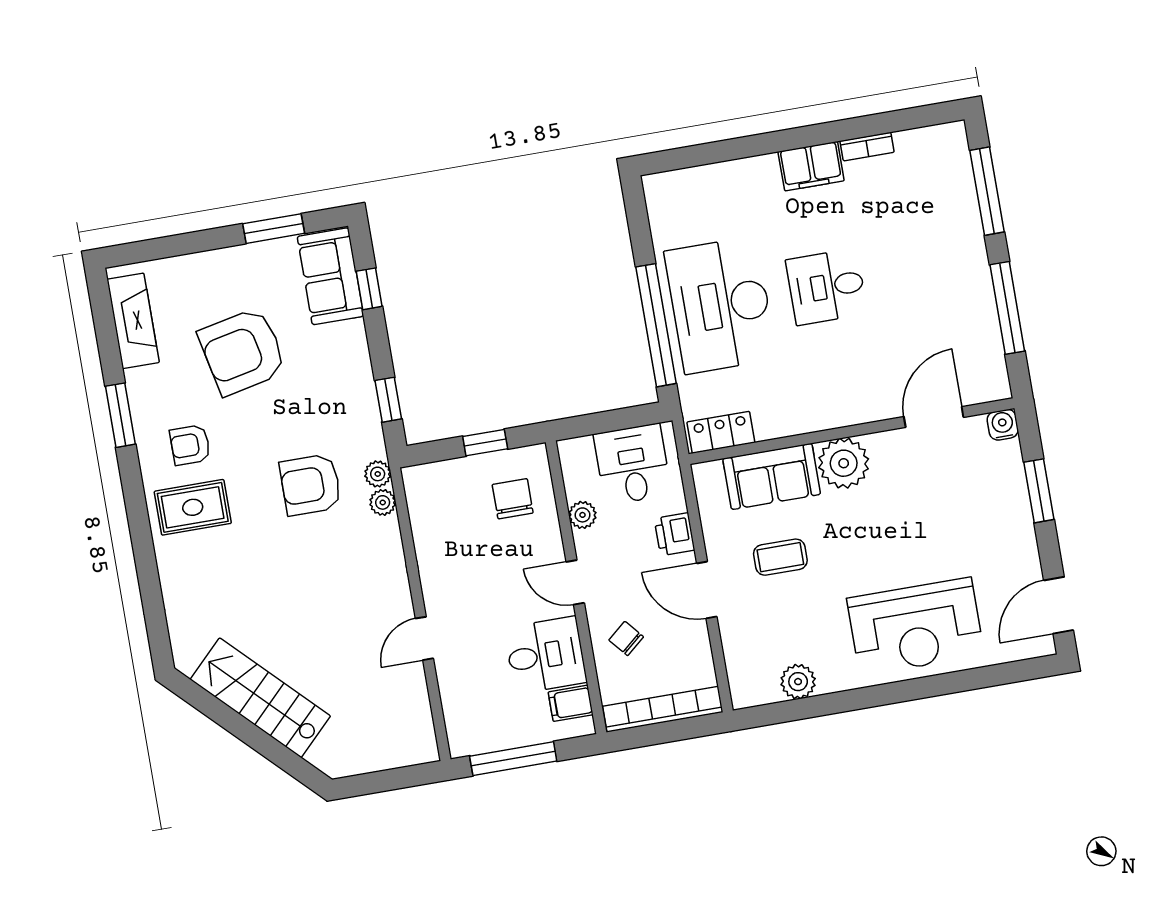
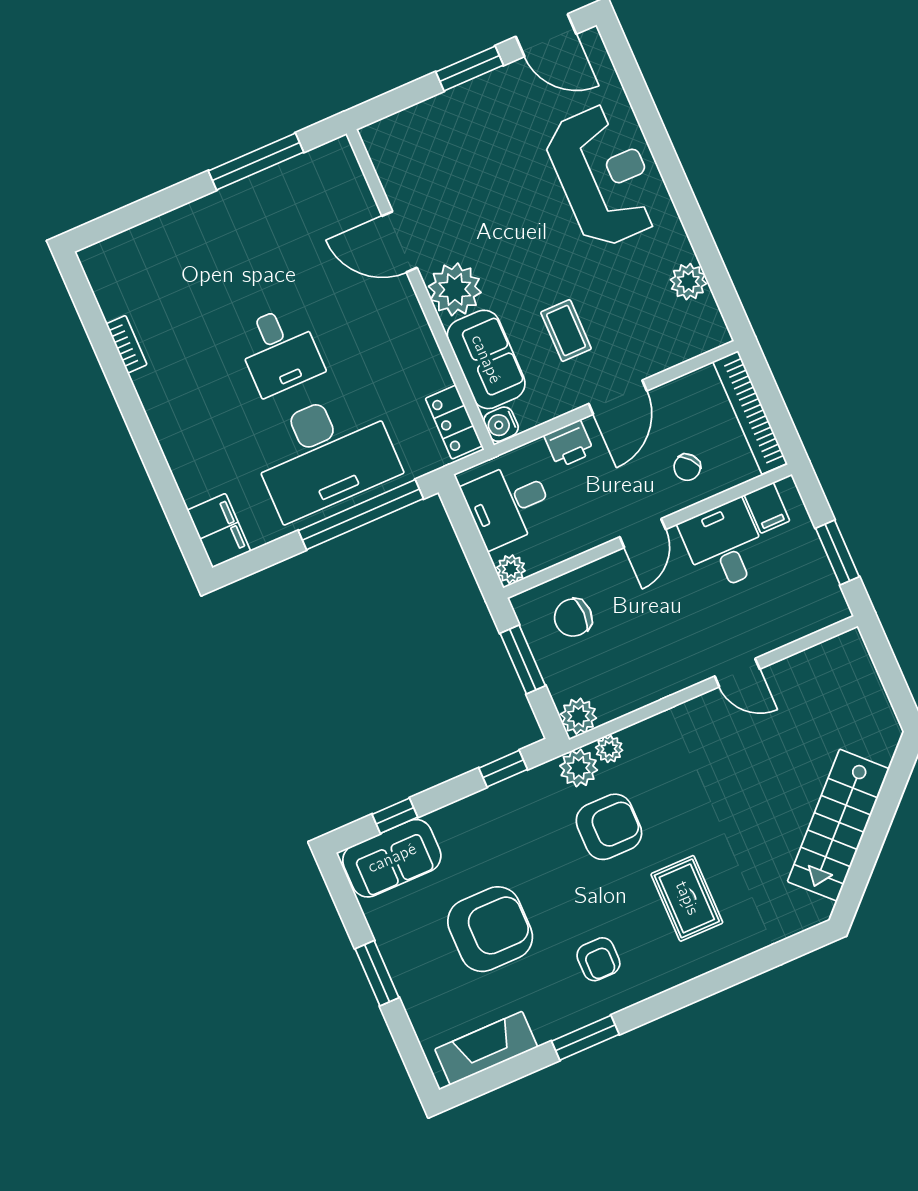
filing cabinet: (811, 166) -> (219, 531), moved
window: (987, 191) -> (142, 211), removed
window: (274, 229) -> (377, 973), moved
armchair: (243, 351) -> (490, 929), turned -78
door: (934, 417) -> (399, 242), moved
water cooler: (1003, 425) -> (501, 424), moved
window: (485, 443) -> (523, 659), width x1.50
plant: (378, 474) -> (579, 768), width x1.38, depth x1.38
plant: (420, 481) -> (579, 716), added
armchair: (310, 485) -> (609, 827), turned -90
window: (1039, 491) -> (470, 69), moved
rug: (193, 507) -> (687, 898), moved
plant: (582, 515) -> (511, 569), moved
window: (513, 759) -> (837, 553), width x0.69

